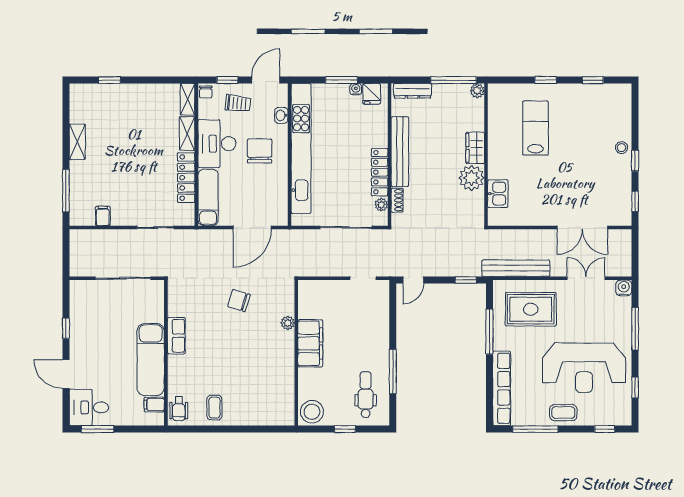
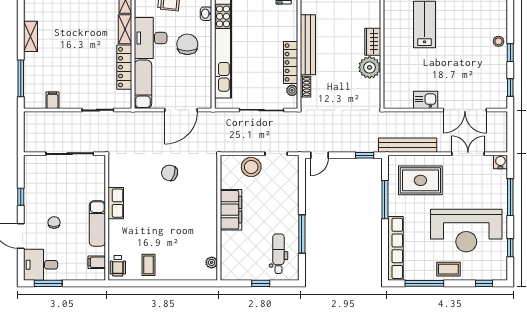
kitchen sink: (498, 194) -> (426, 100), moved, turned -90
plant: (288, 323) -> (212, 262), moved
chair: (105, 358) -> (54, 222), added
exam couch: (151, 359) -> (97, 224), width x0.73, depth x0.69
stool: (312, 412) -> (251, 167), moved

